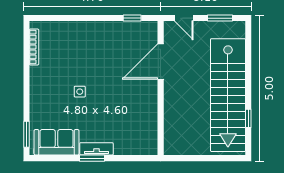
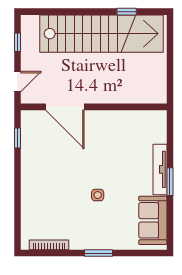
window: (220, 18) -> (17, 42), width x0.67
window: (26, 134) -> (99, 253), moved
tv unit: (96, 149) -> (160, 169), width x1.41

